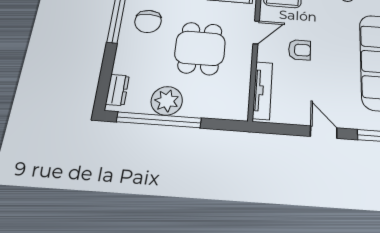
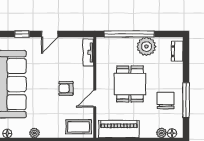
tv unit: (263, 90) -> (88, 53), width x0.71
window: (159, 120) -> (129, 34), moved
door: (324, 132) -> (50, 34), hinge flipped

